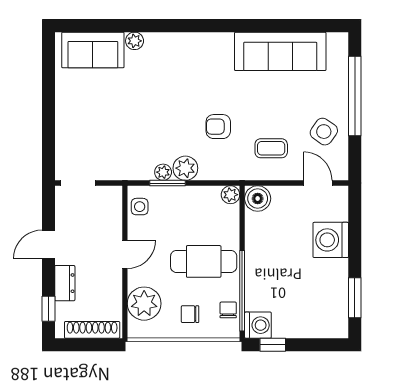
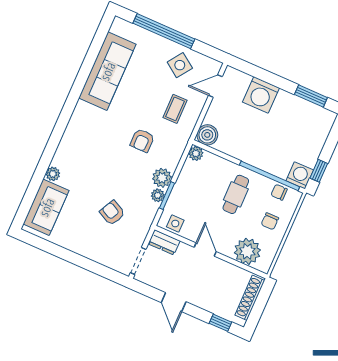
armchair: (120, 129) -> (112, 213), added
cafe table: (204, 261) -> (236, 194), width x0.73, depth x0.74
dresser: (65, 283) -> (164, 242), moved, turned 180

